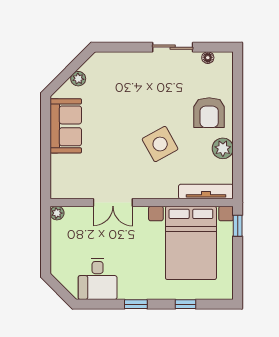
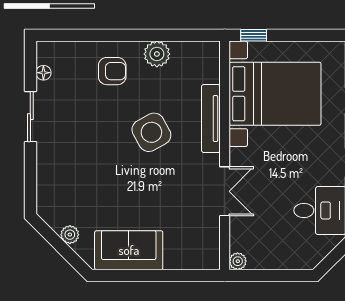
armchair: (209, 113) -> (112, 71), width x0.72, depth x0.72
tv unit: (206, 192) -> (211, 119), moved

